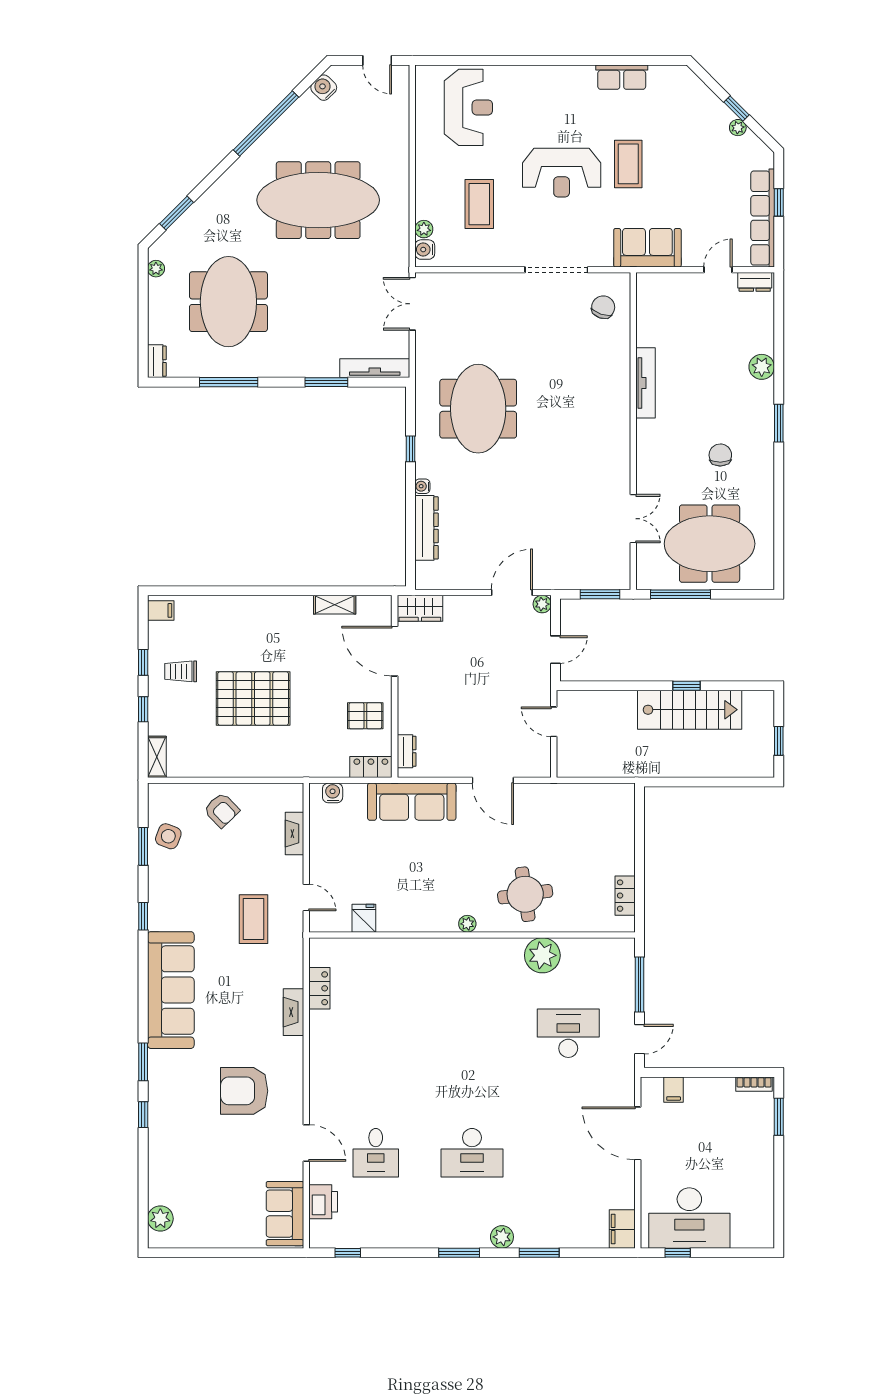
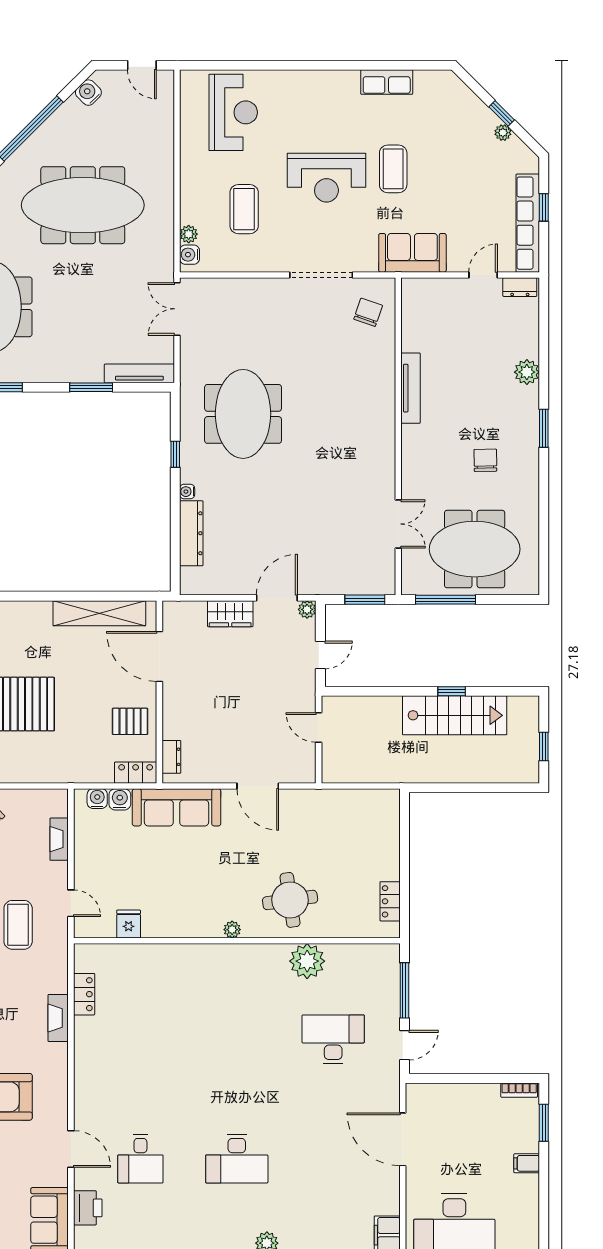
shelving: (335, 605) -> (99, 613), width x2.20, depth x1.33
wardrobe: (420, 608) -> (230, 614), moved
water cooler: (355, 794) -> (120, 799), added
filing cabinet: (674, 1090) -> (527, 1163), moved, turned 90

